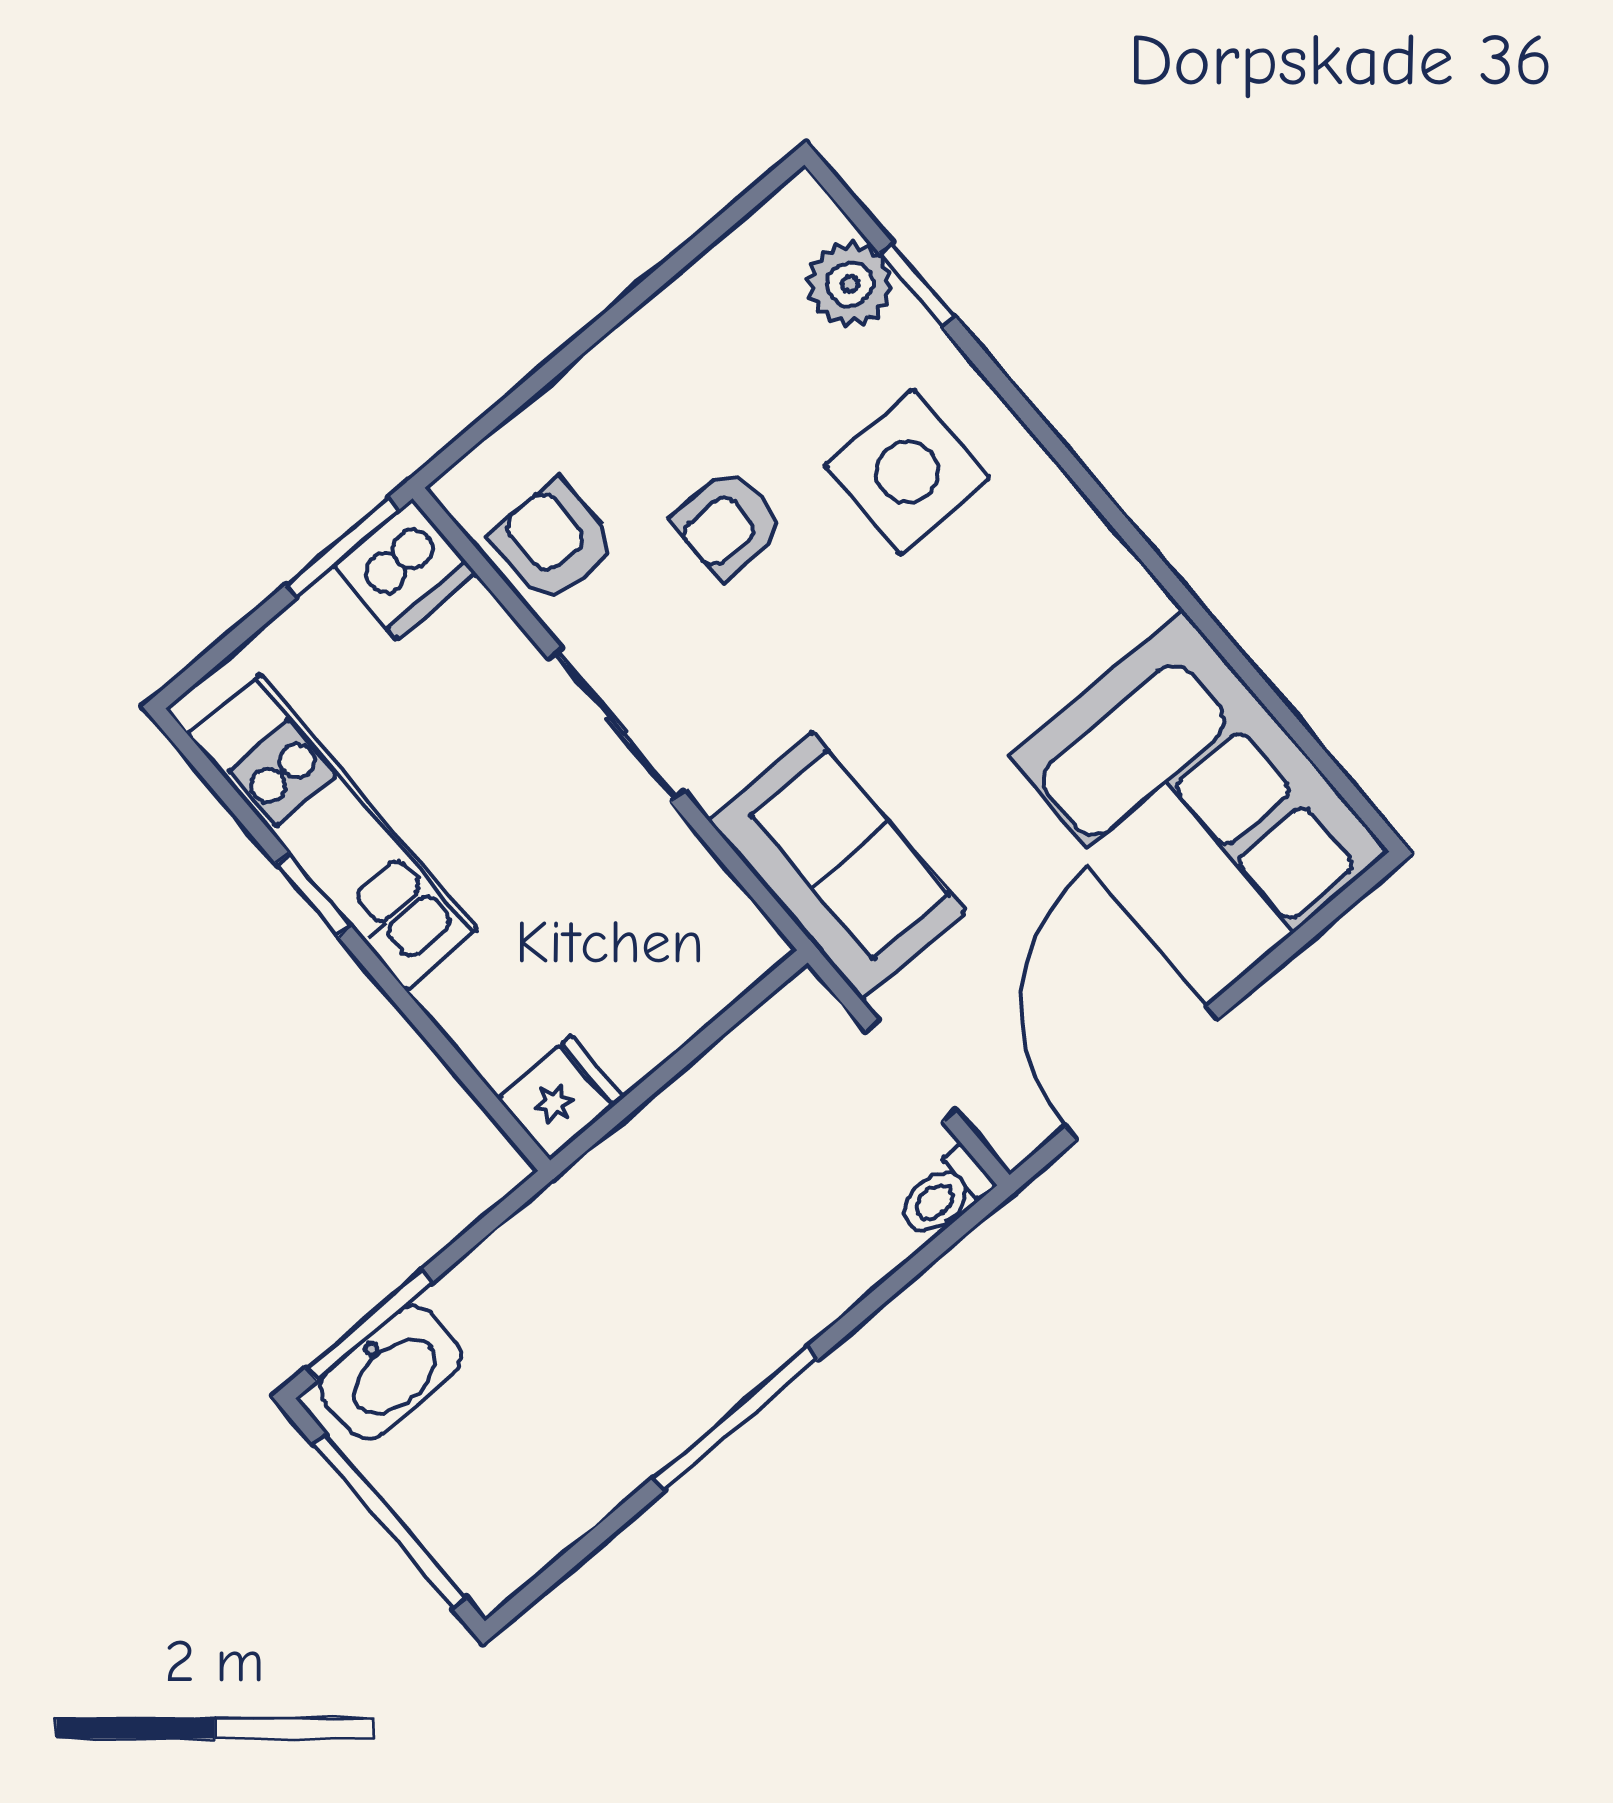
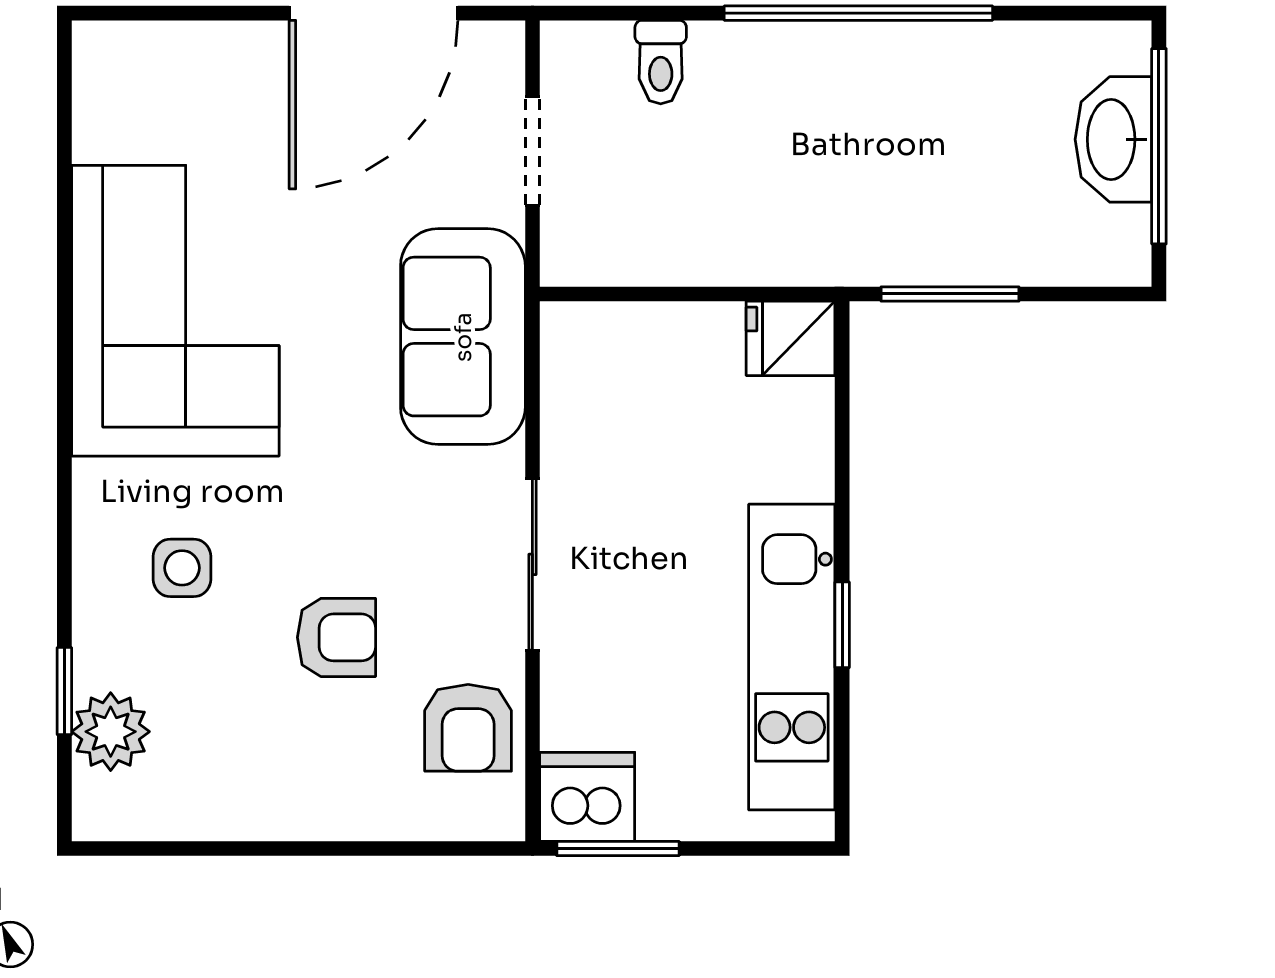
side table: (907, 472) -> (182, 568), width x0.54, depth x0.54
corner sofa: (1199, 804) -> (175, 311), moved
toilet: (944, 1194) -> (661, 62), moved, turned 90
window: (369, 1325) -> (950, 294), moved
washbasin: (391, 1372) -> (1113, 139), moved, turned -90
window: (736, 1419) -> (858, 13), width x1.46

